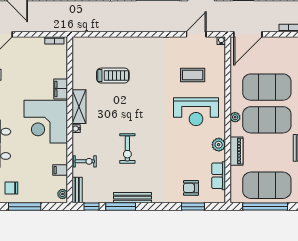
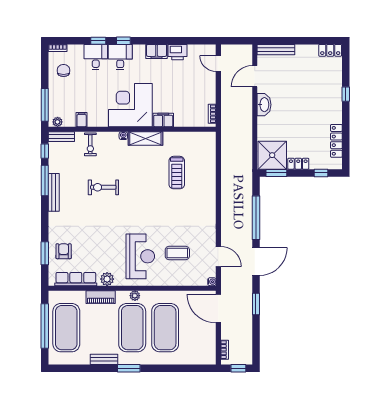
coffee table: (193, 75) -> (177, 253), turned 90
reception desk: (196, 112) -> (140, 256), turned 180
row of seats: (219, 176) -> (76, 279), width x1.48
window: (25, 207) -> (45, 105), moved

